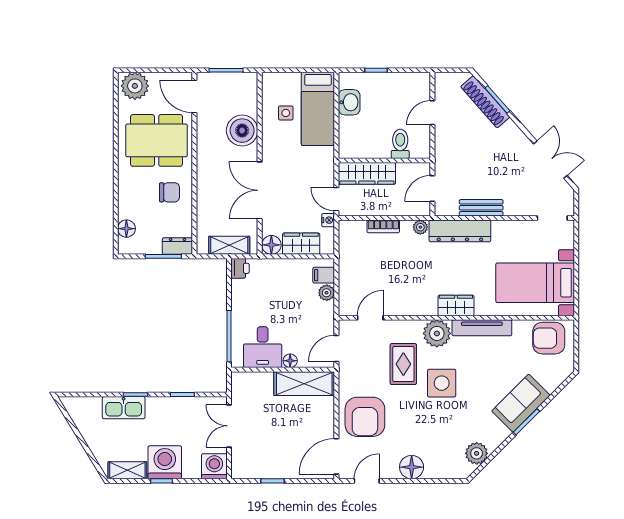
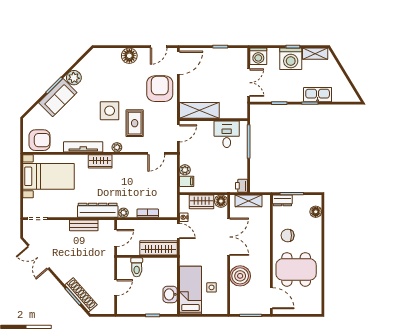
plant: (135, 86) -> (310, 305), removed
plant: (437, 333) -> (117, 147), width x0.53, depth x0.53
floor lamp: (290, 361) -> (209, 125), removed
plant: (477, 453) -> (74, 78), moved

